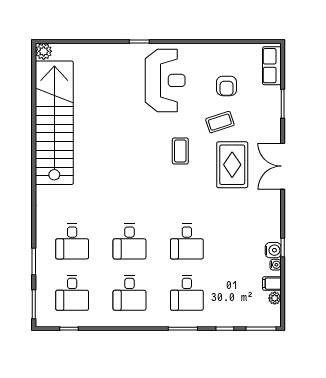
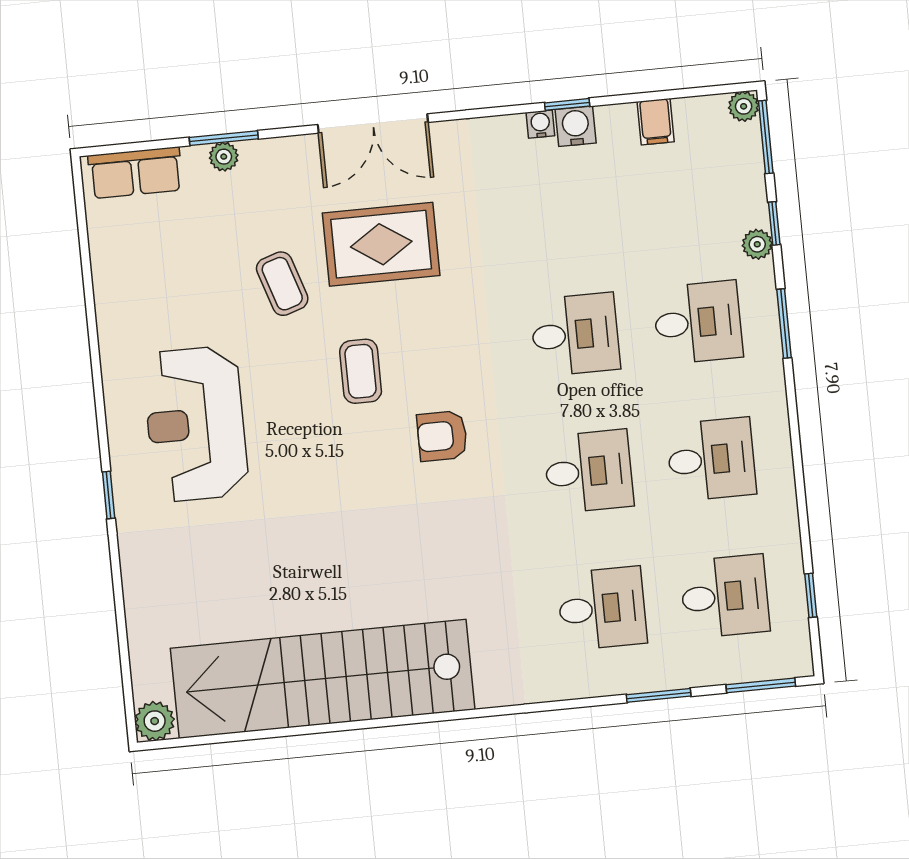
reception desk: (165, 80) -> (196, 424), turned -90
armchair: (227, 86) -> (442, 436), moved, turned 180
plant: (275, 103) -> (224, 157), added
coffee table: (180, 151) -> (361, 371), turned 90
water cooler: (276, 265) -> (540, 124), moved
plant: (275, 298) -> (744, 106), moved
plant: (217, 321) -> (757, 244), added

